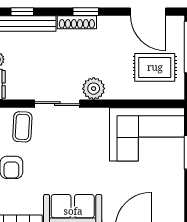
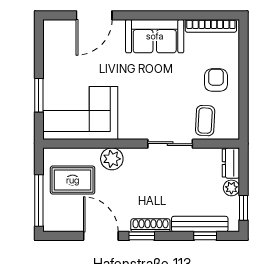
door: (148, 12) -> (101, 236), moved
plant: (94, 89) -> (112, 159), moved

